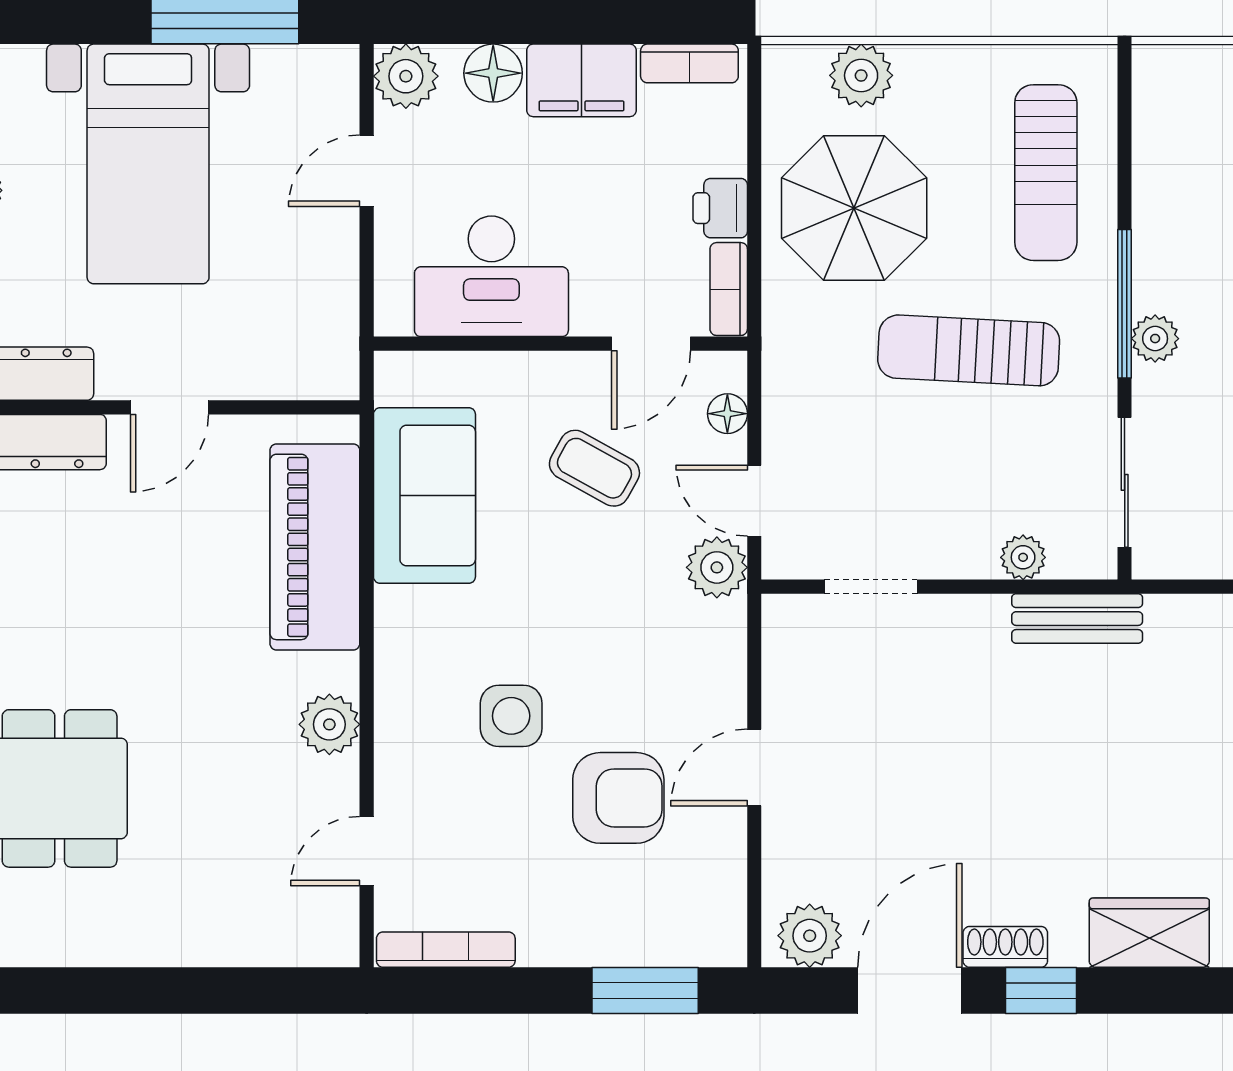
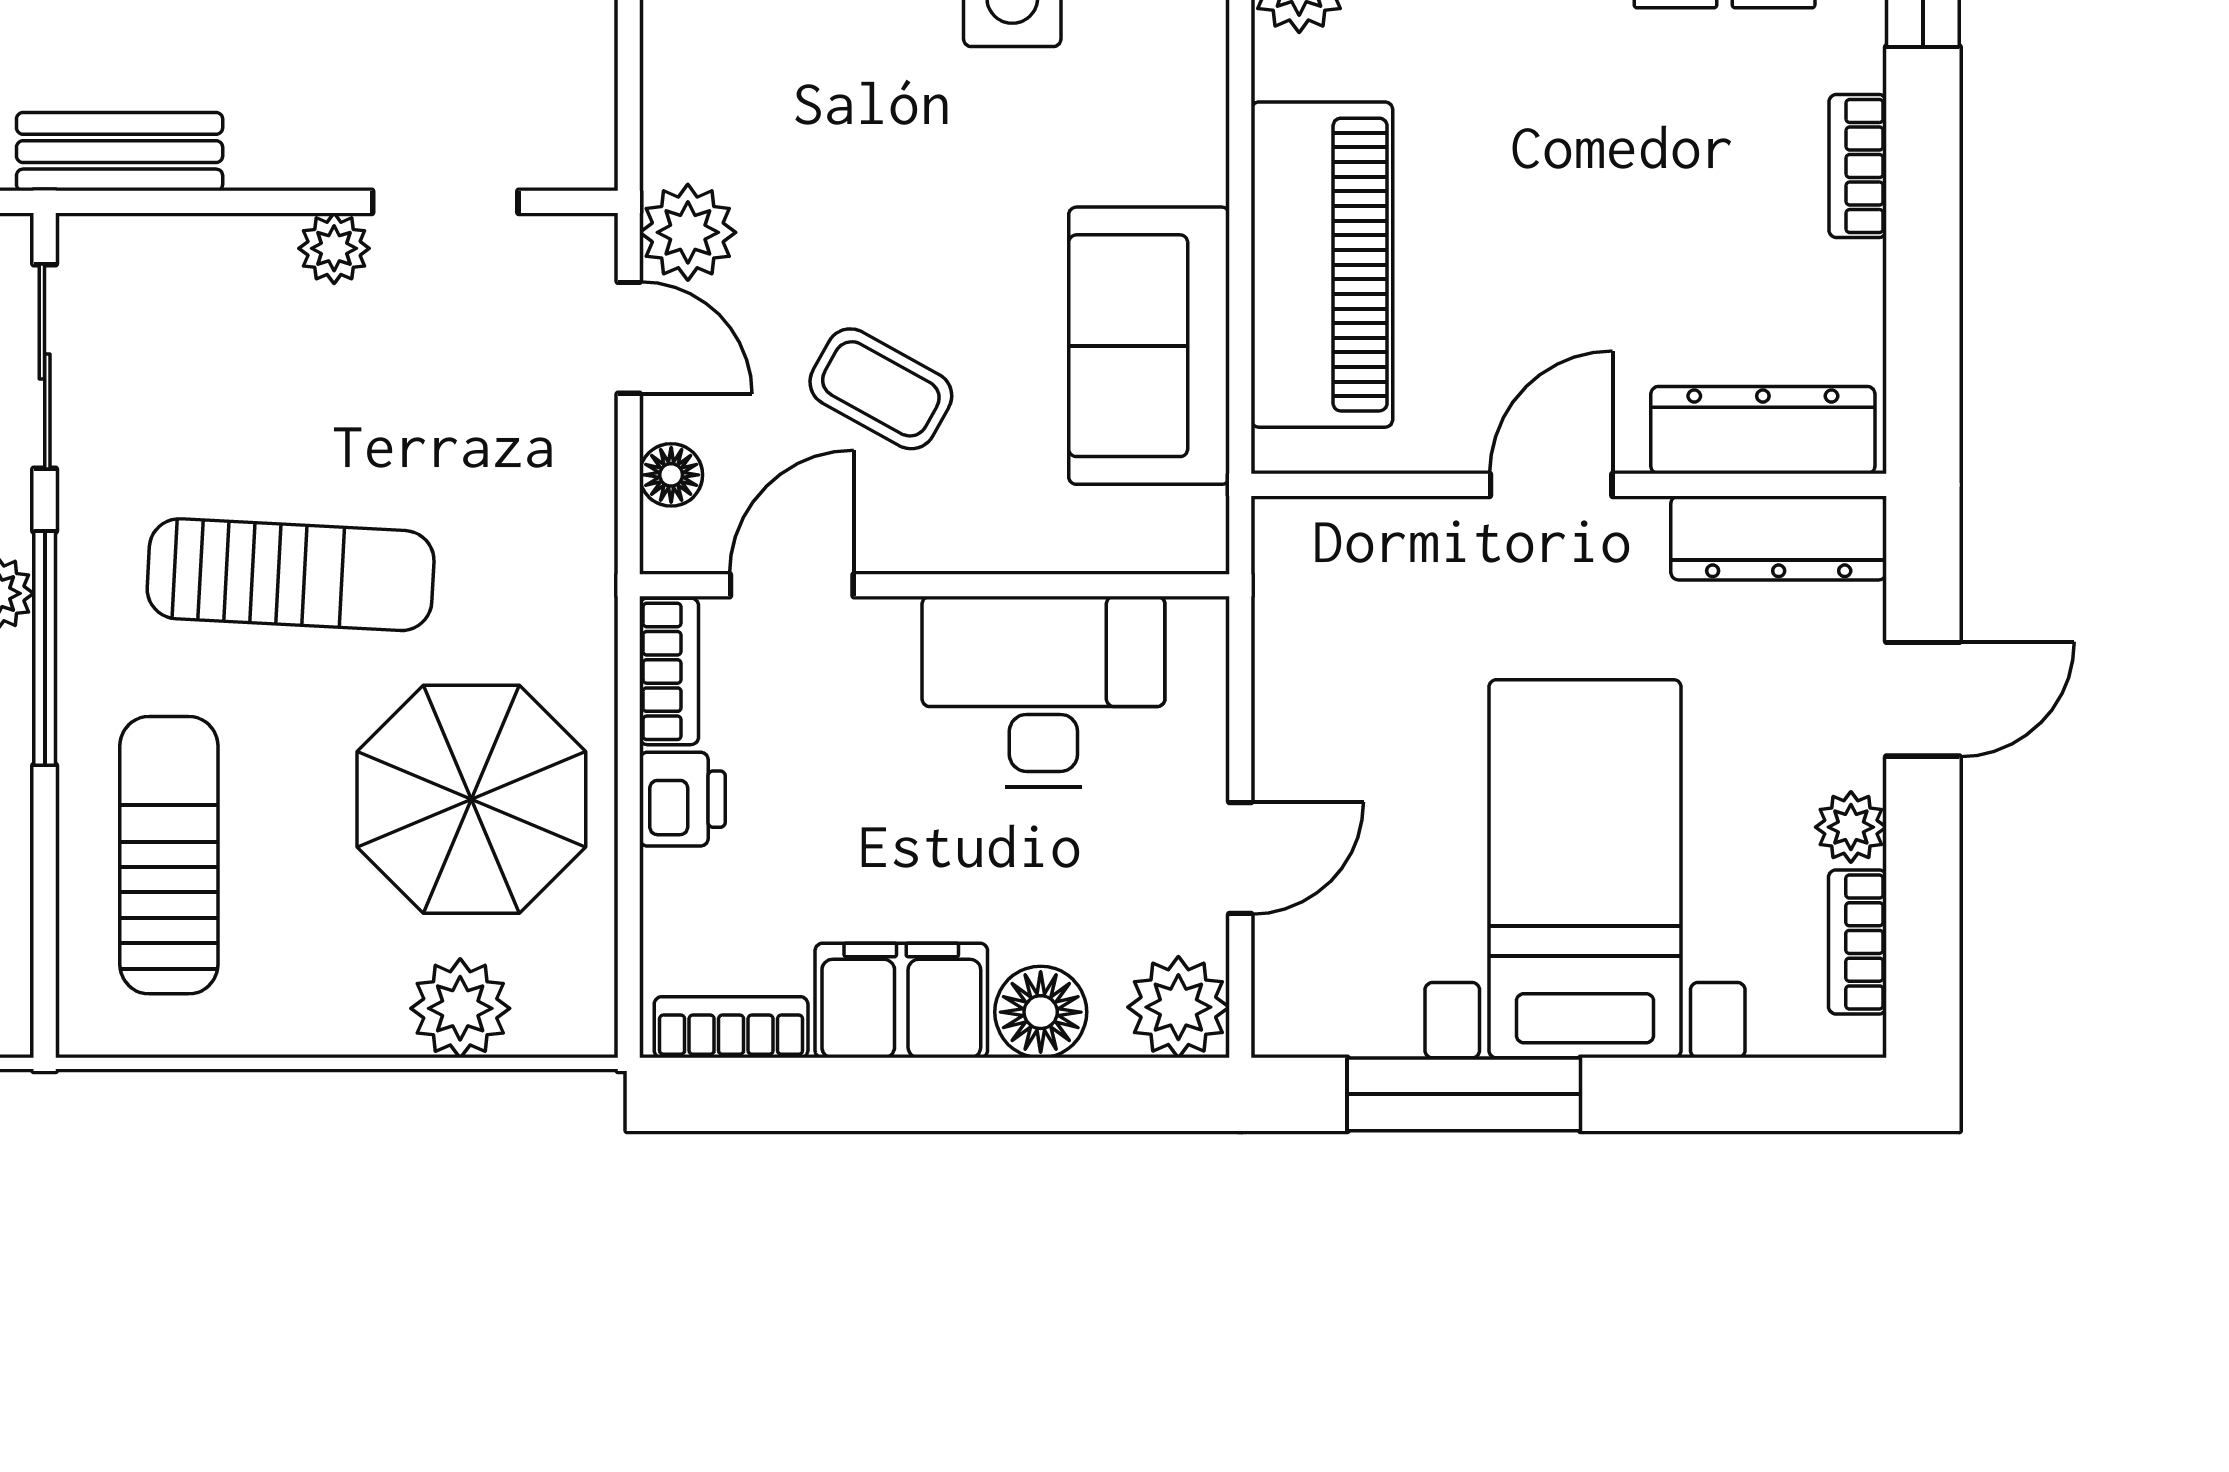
plant: (1023, 557) -> (334, 248), moved

